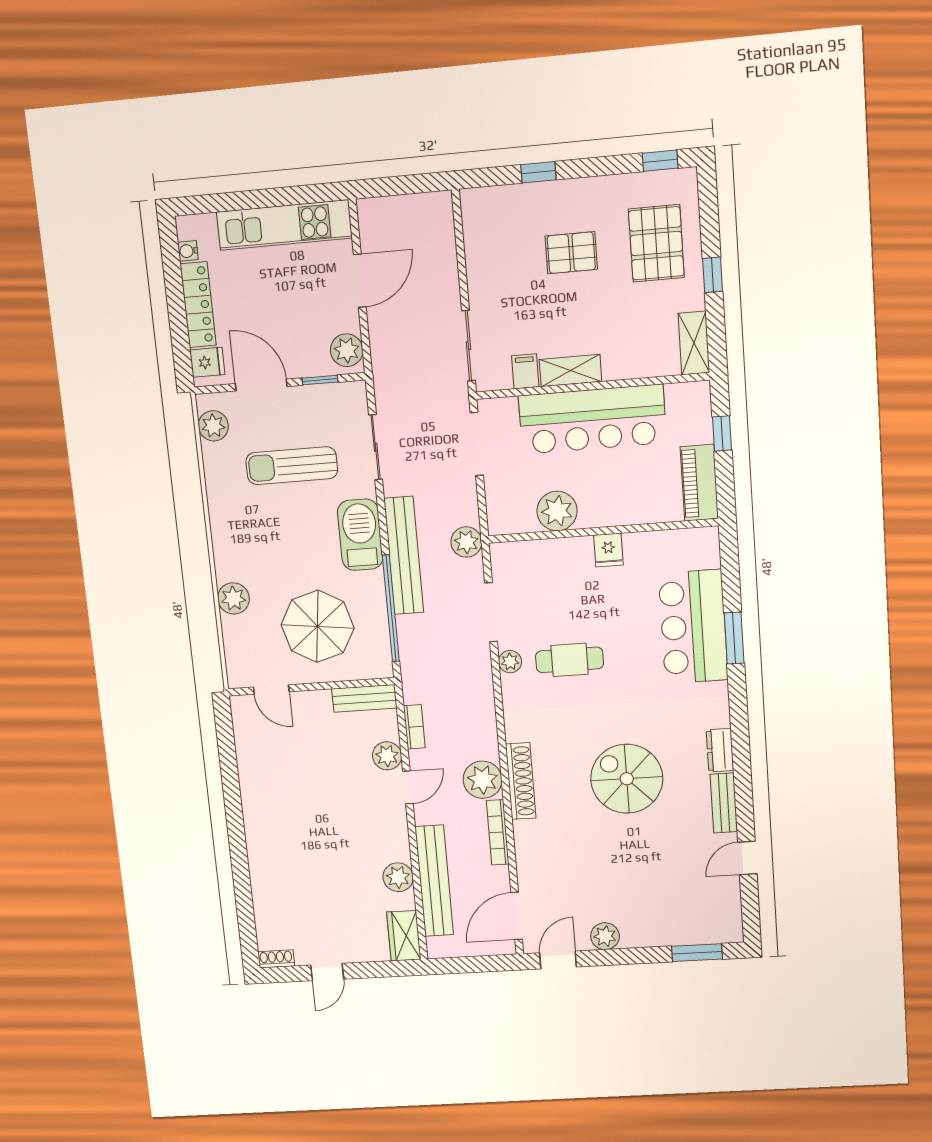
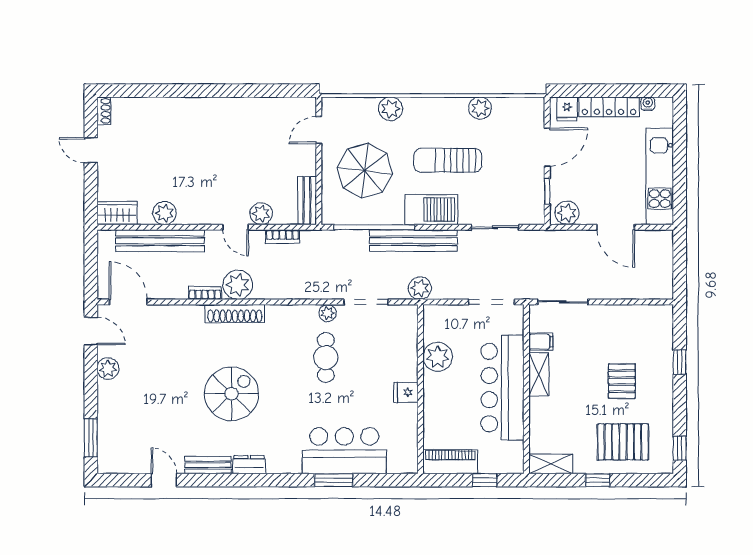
plant: (213, 426) -> (480, 108), moved
sun lounger: (292, 466) -> (448, 160), moved, turned -90
bookcase: (498, 832) -> (205, 293), width x0.64

